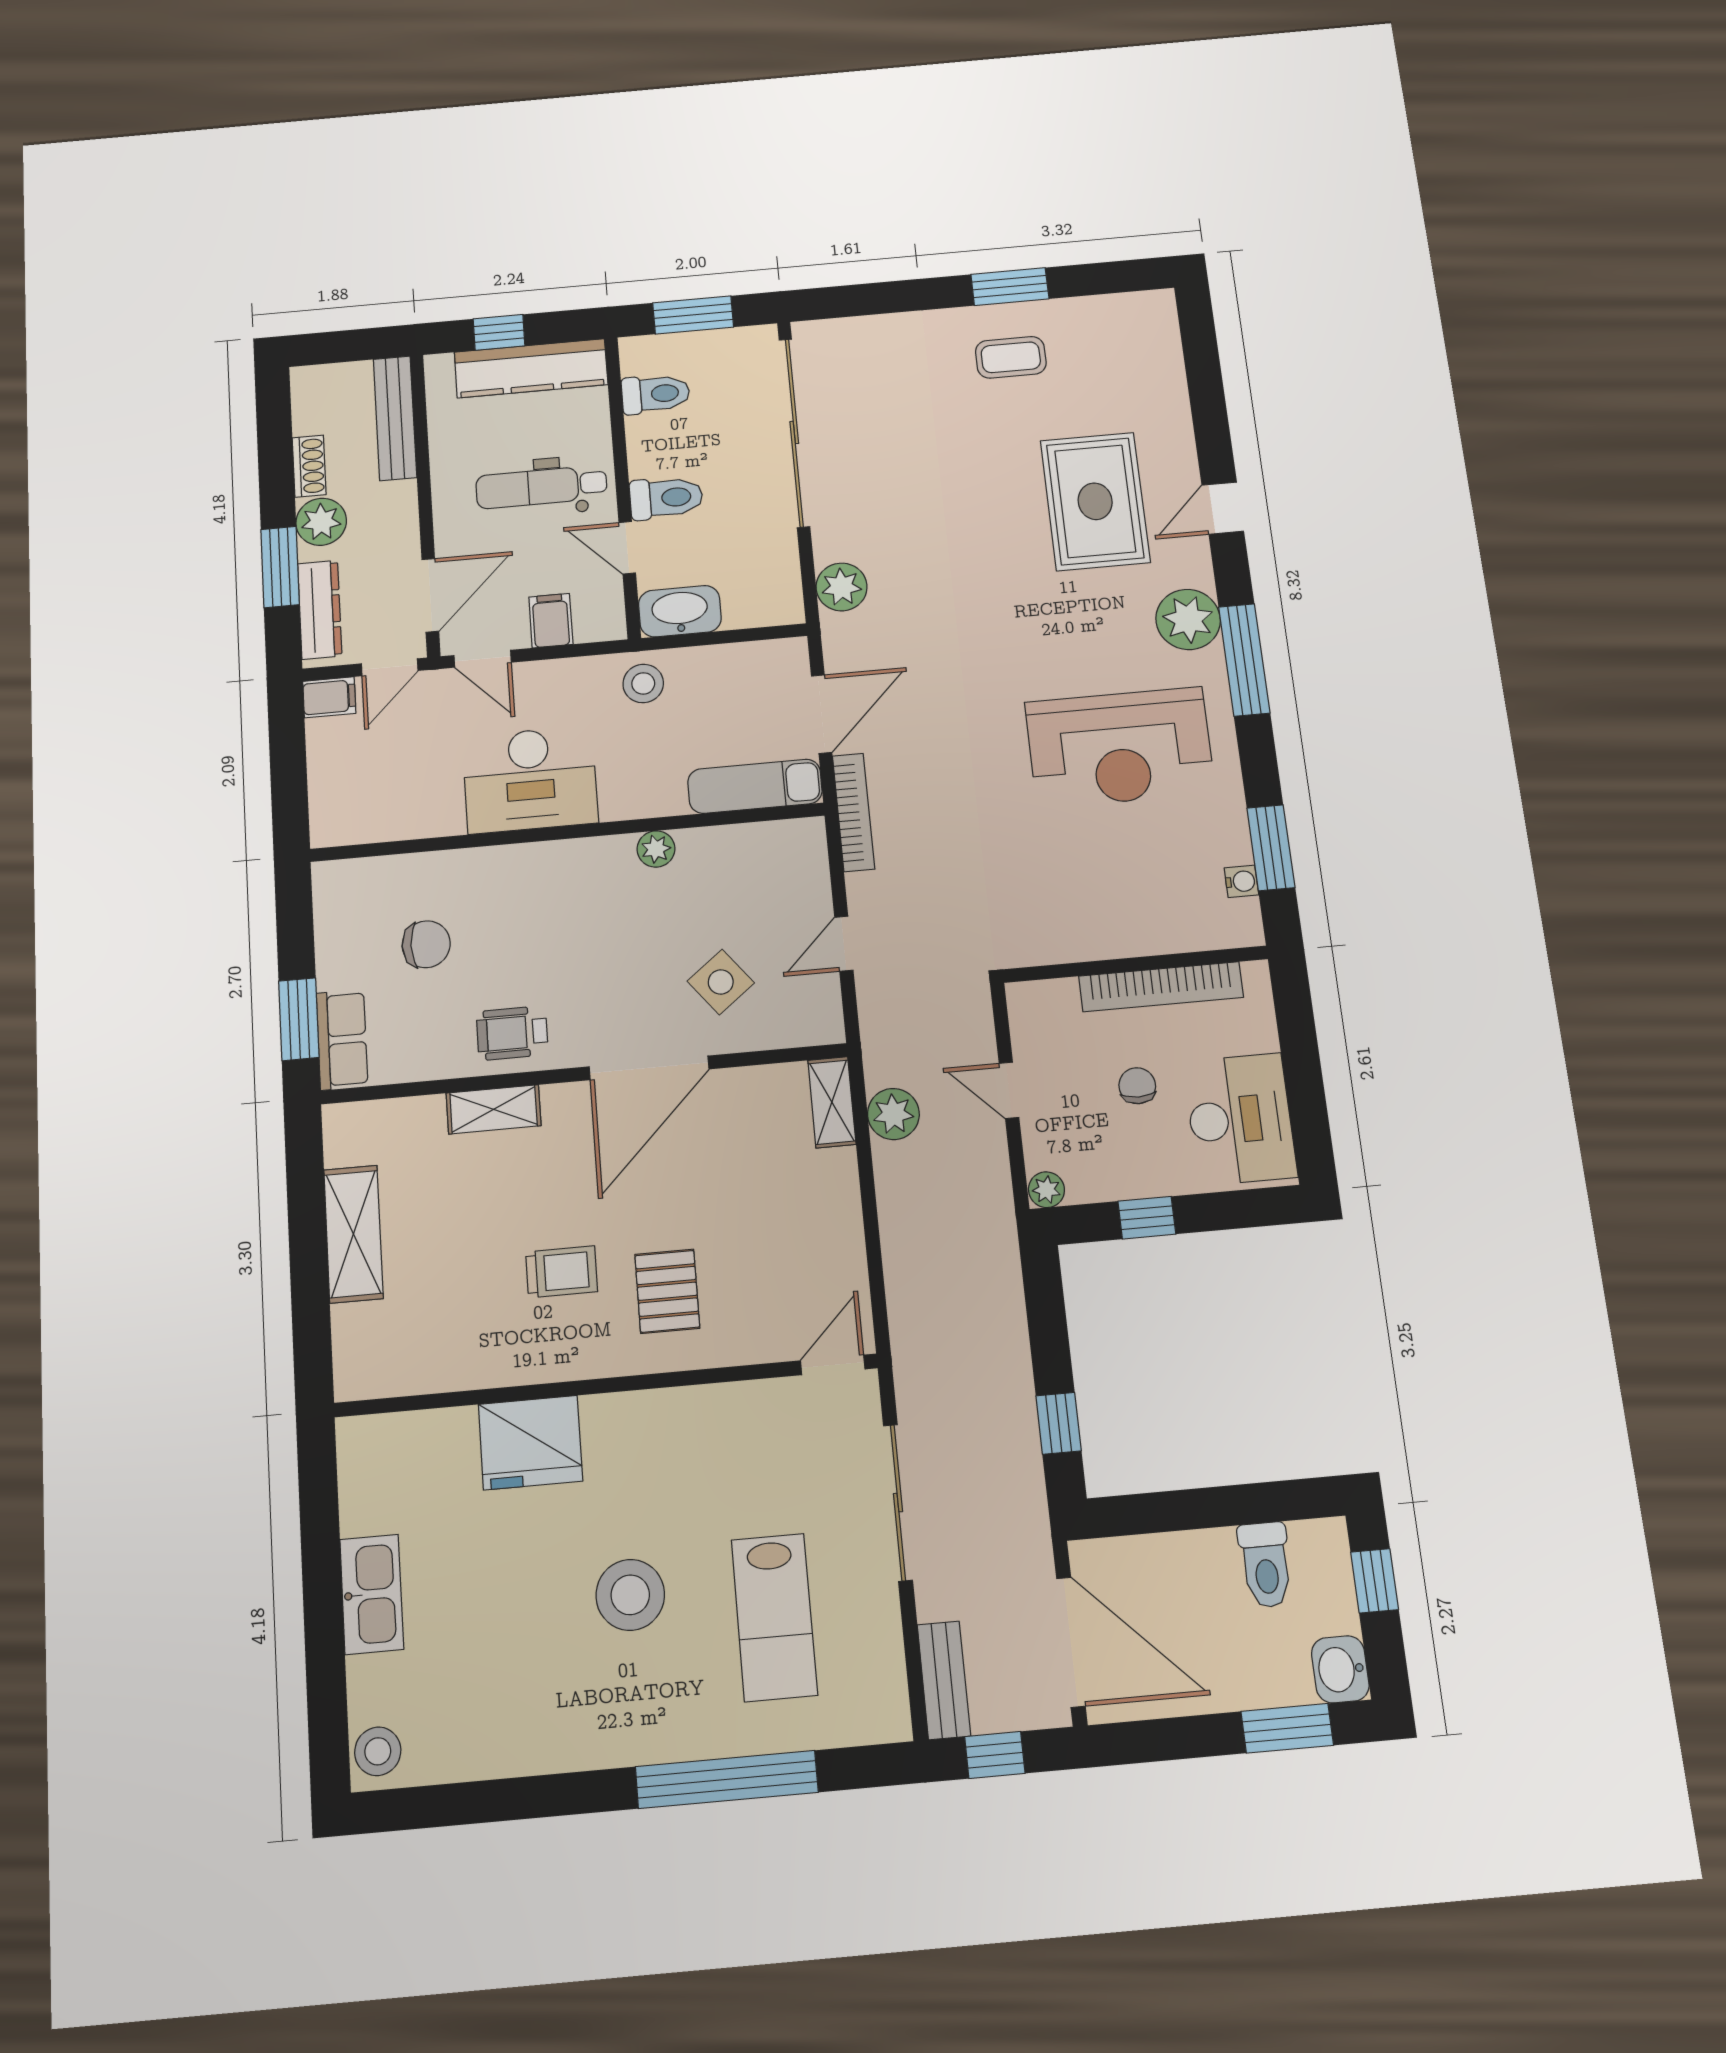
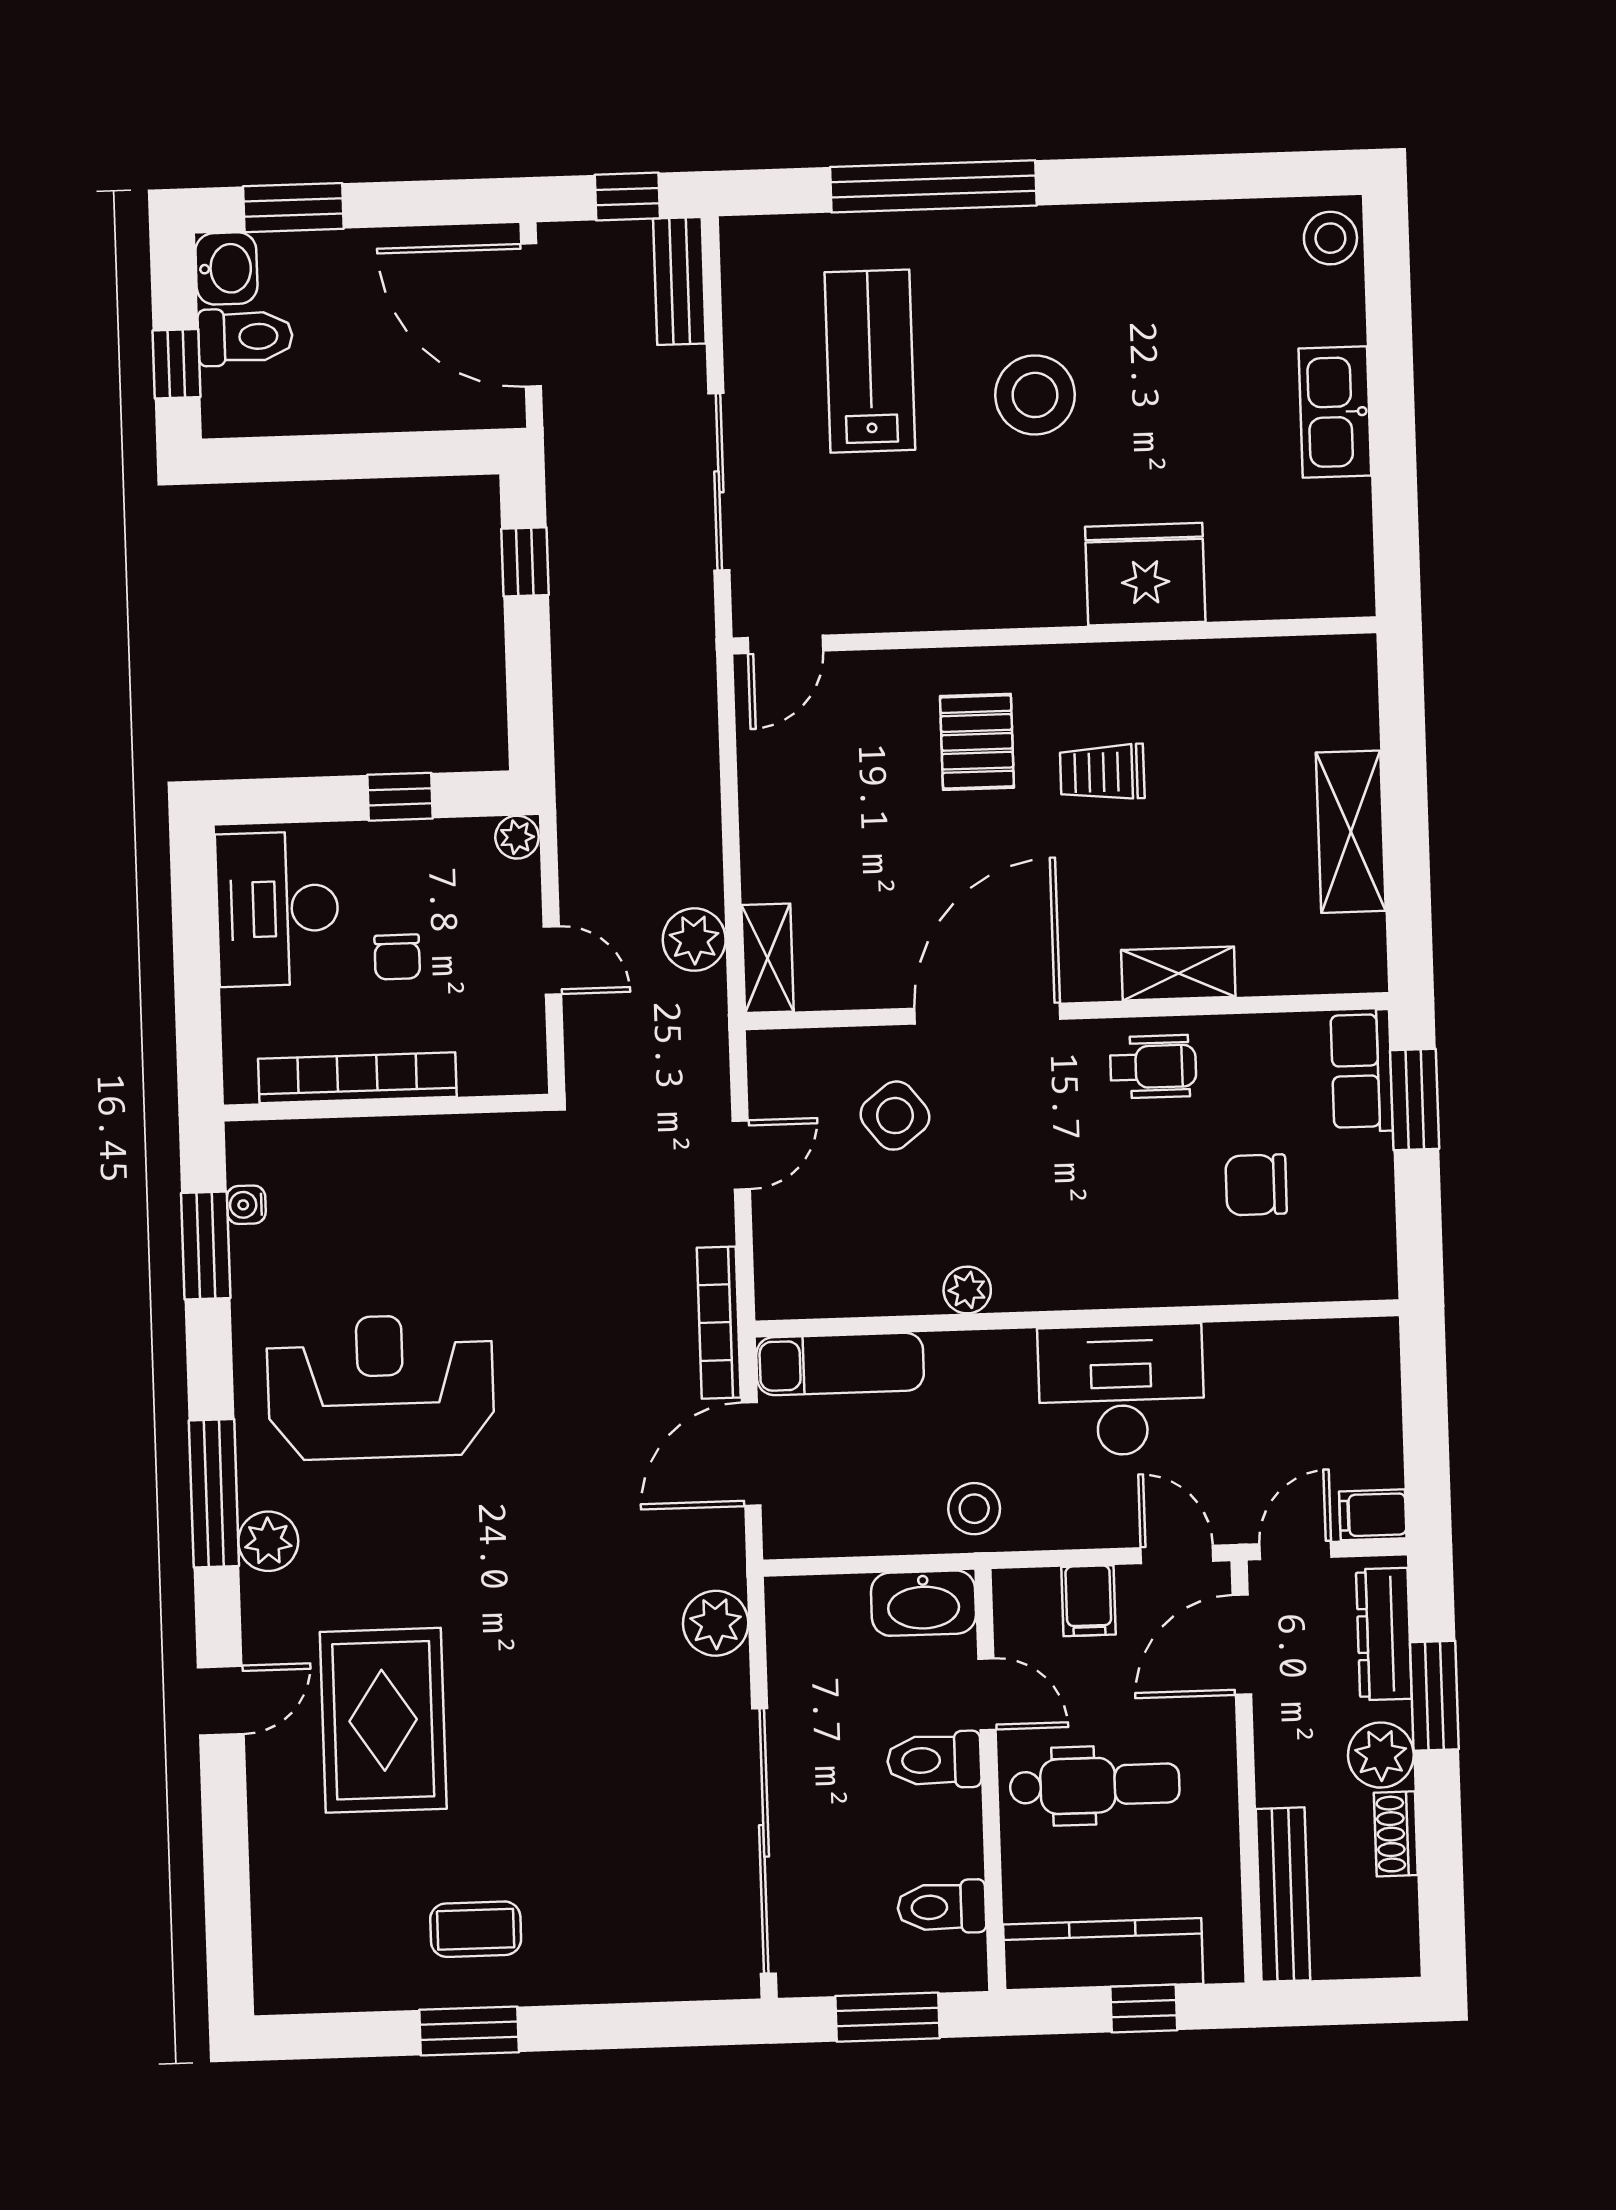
plant: (1188, 619) -> (268, 1541), width x0.73, depth x0.73
toilet: (1266, 1565) -> (245, 337), moved, turned 90

